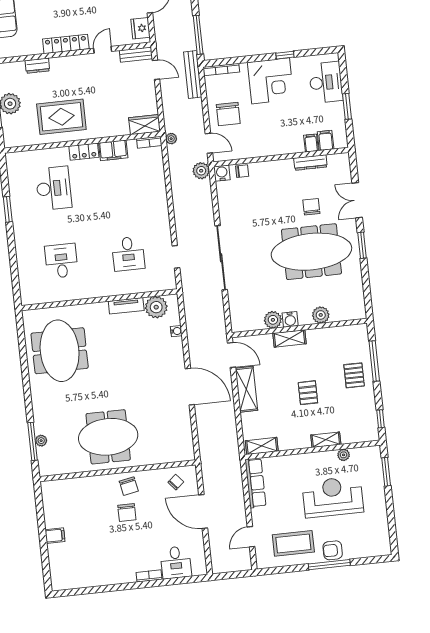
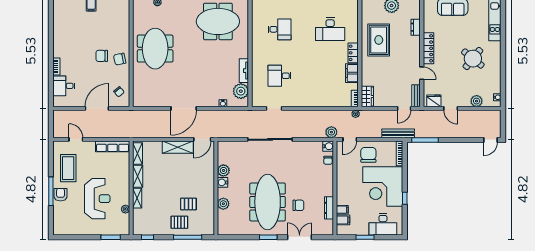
corner desk: (271, 81) -> (383, 186), width x1.36, depth x1.36
chair: (228, 114) -> (368, 155), turned 90
shelving: (289, 339) -> (138, 176), moved
pallet: (308, 393) -> (188, 204), moved

